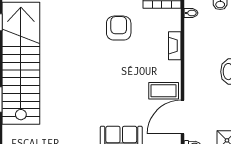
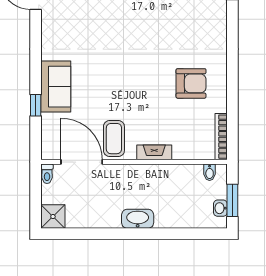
fireplace: (175, 46) -> (154, 152), moved

